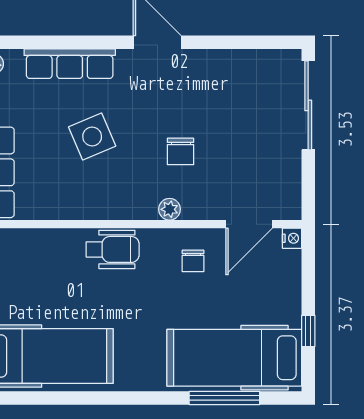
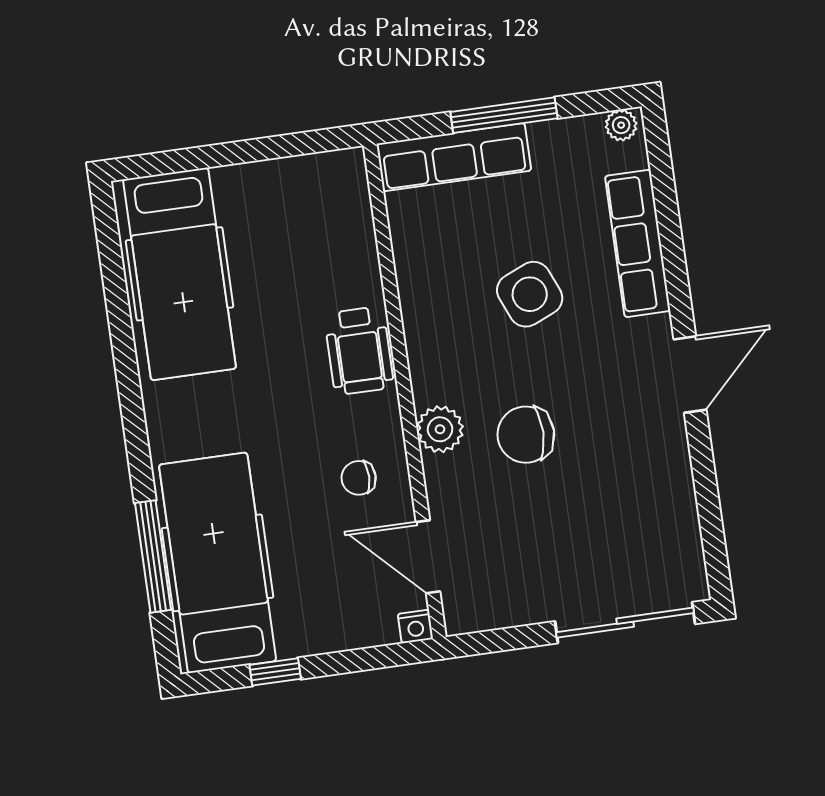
chair: (181, 151) -> (526, 435), width x1.37, depth x1.37
plant: (170, 209) -> (440, 429), width x1.38, depth x1.38

